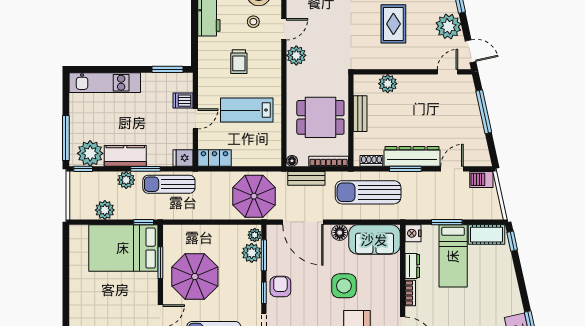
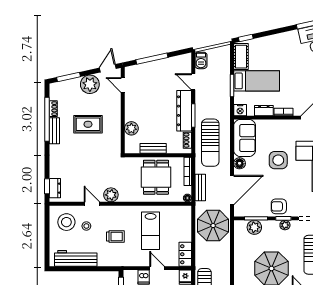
plant: (255, 235) -> (285, 225), moved

